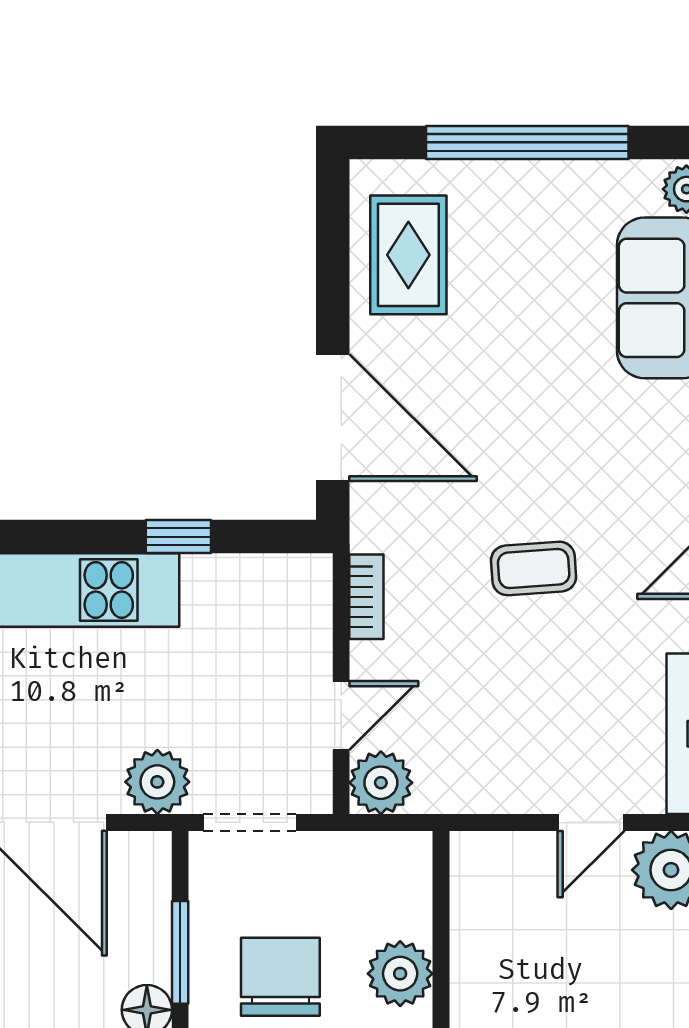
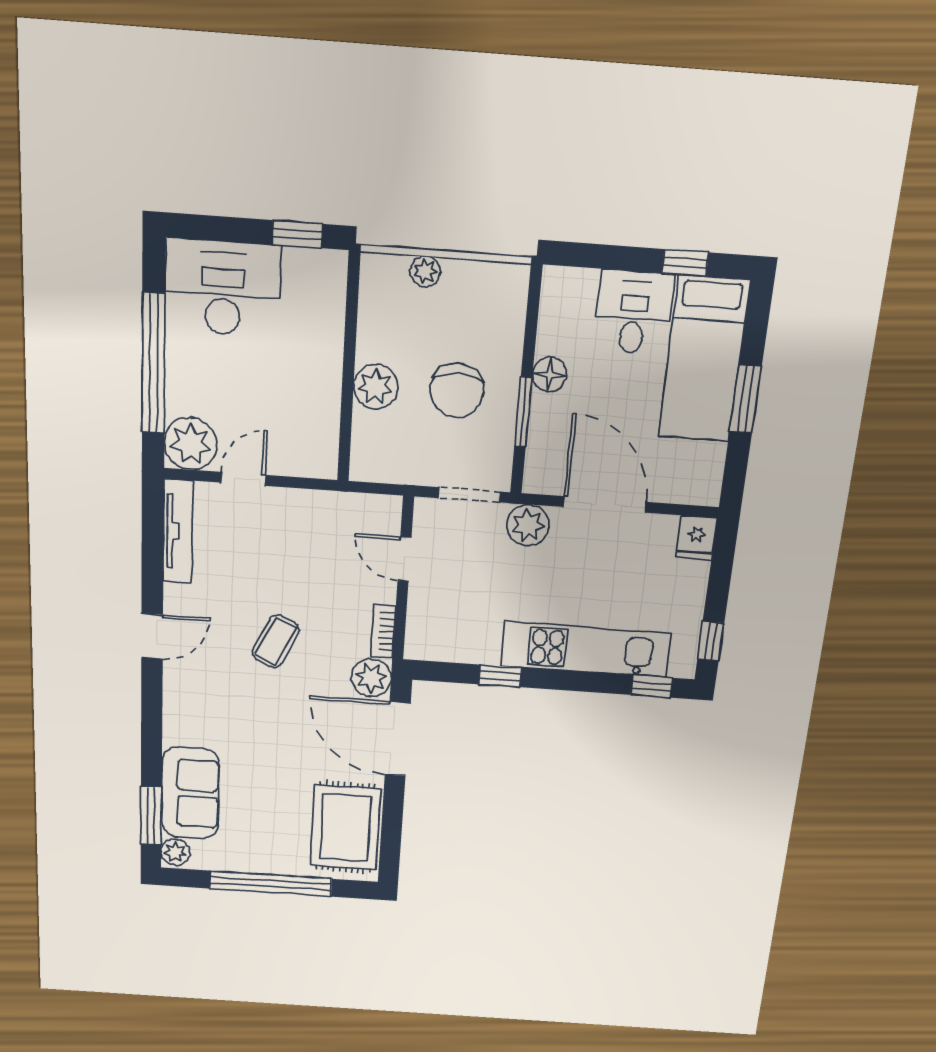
rug: (408, 255) -> (345, 827), width x1.36, depth x1.43
coffee table: (534, 568) -> (276, 641), turned -60
door: (341, 716) -> (404, 559), hinge flipped
plant: (381, 783) -> (371, 678), moved

